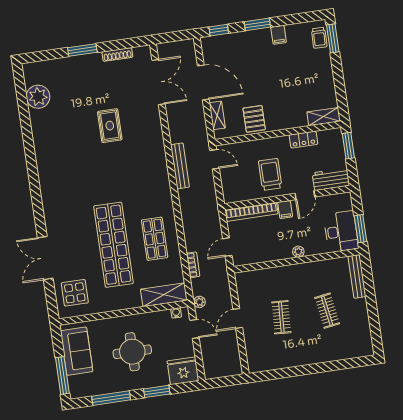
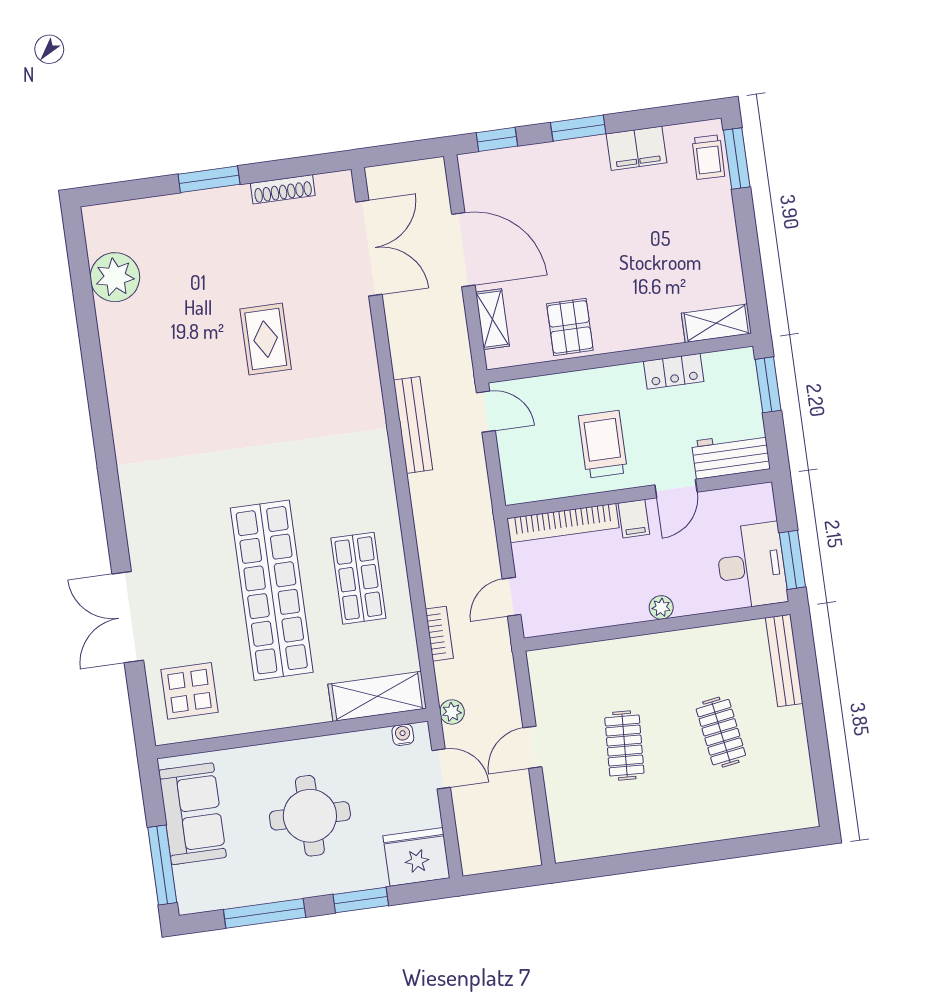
filing cabinet: (279, 35) -> (637, 148), width x2.00

